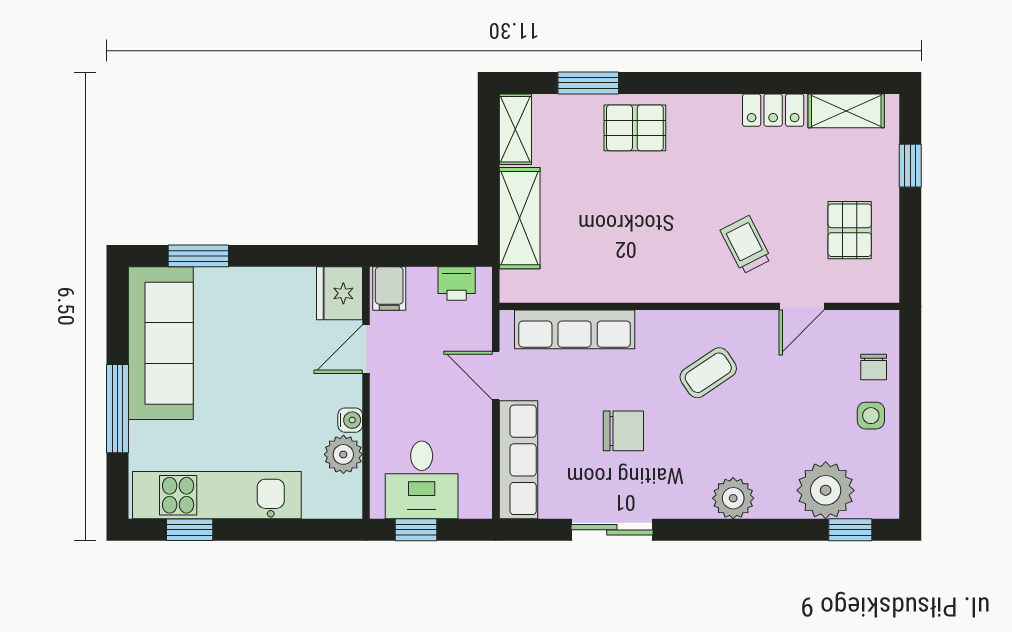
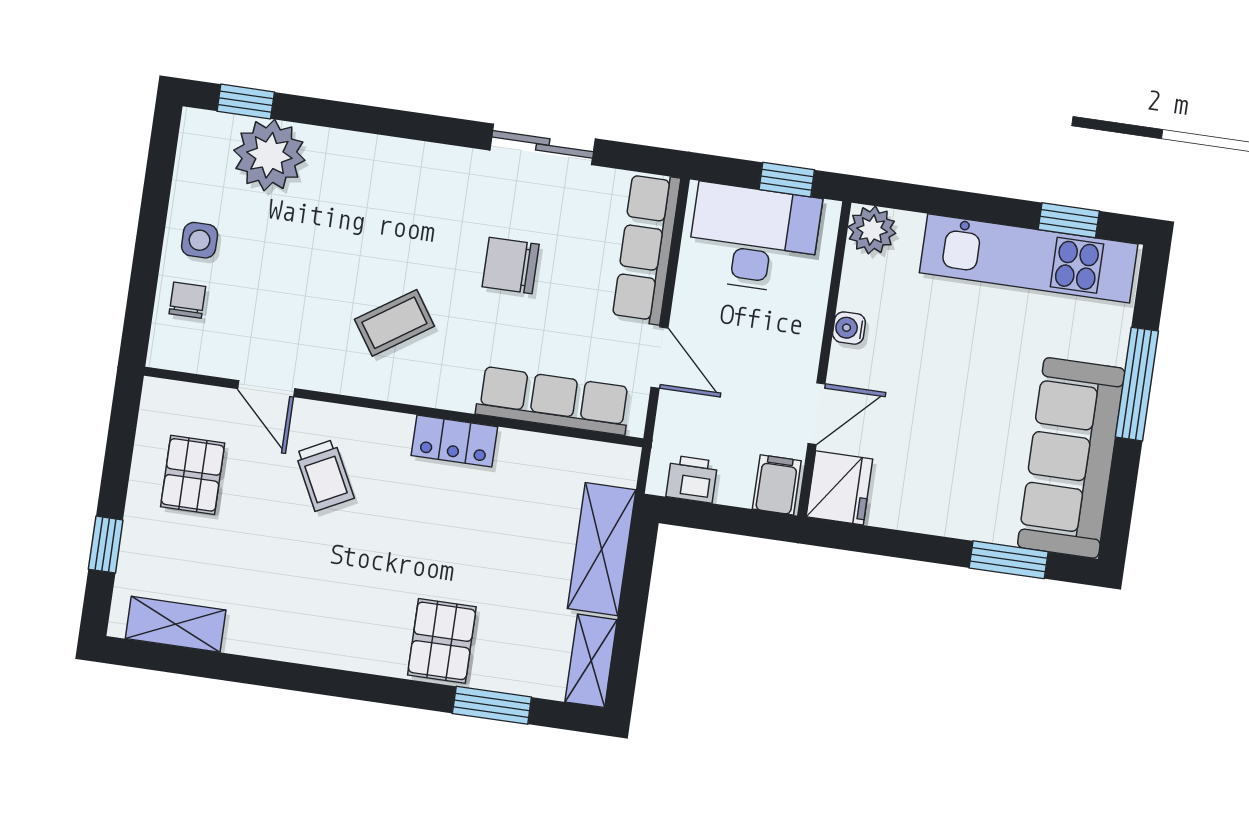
locker: (773, 110) -> (454, 441), moved, turned 180
pallet: (635, 128) -> (442, 641), turned 90
door: (802, 306) -> (266, 389), swing flipped
plant: (343, 454) -> (872, 230), moved
desk: (422, 480) -> (754, 238), width x1.37
plant: (733, 498) -> (386, 162), removed

